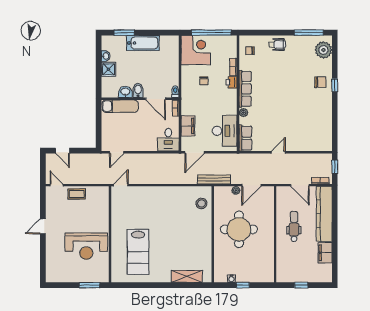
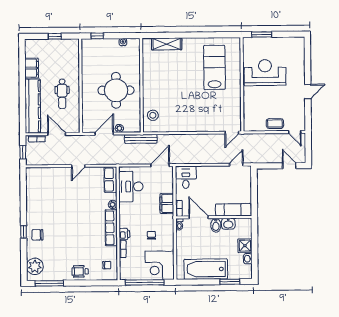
bathtub: (143, 43) -> (206, 269), width x1.36, depth x1.36
filing cabinet: (188, 126) -> (167, 203), moved
window: (243, 285) -> (97, 36), moved

